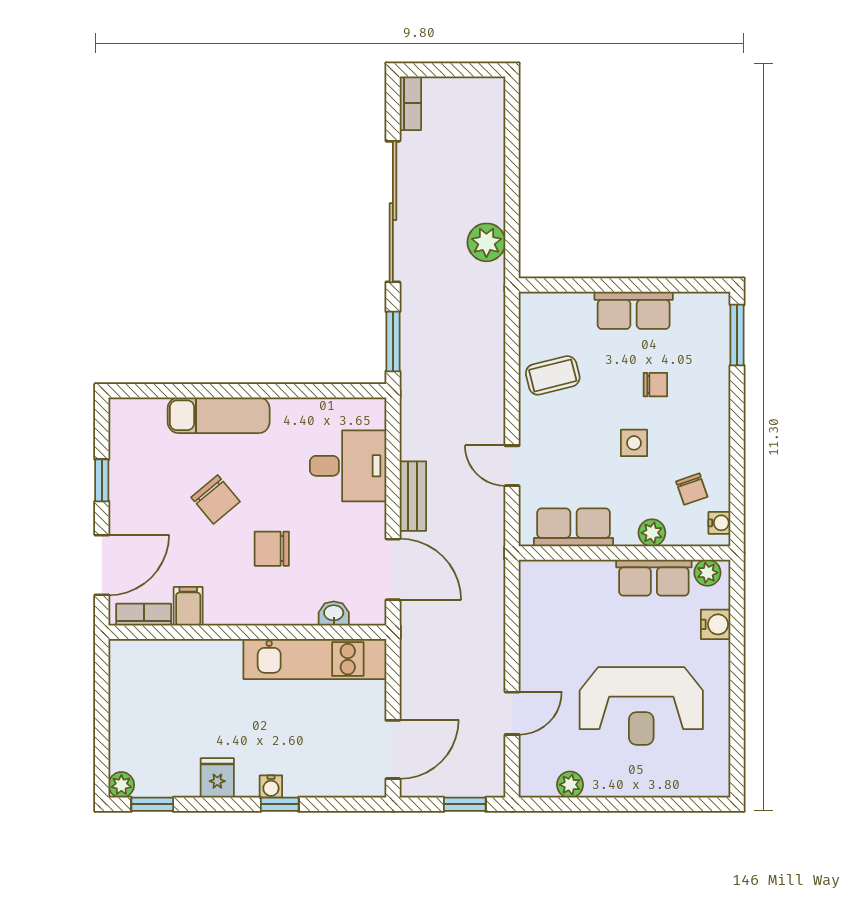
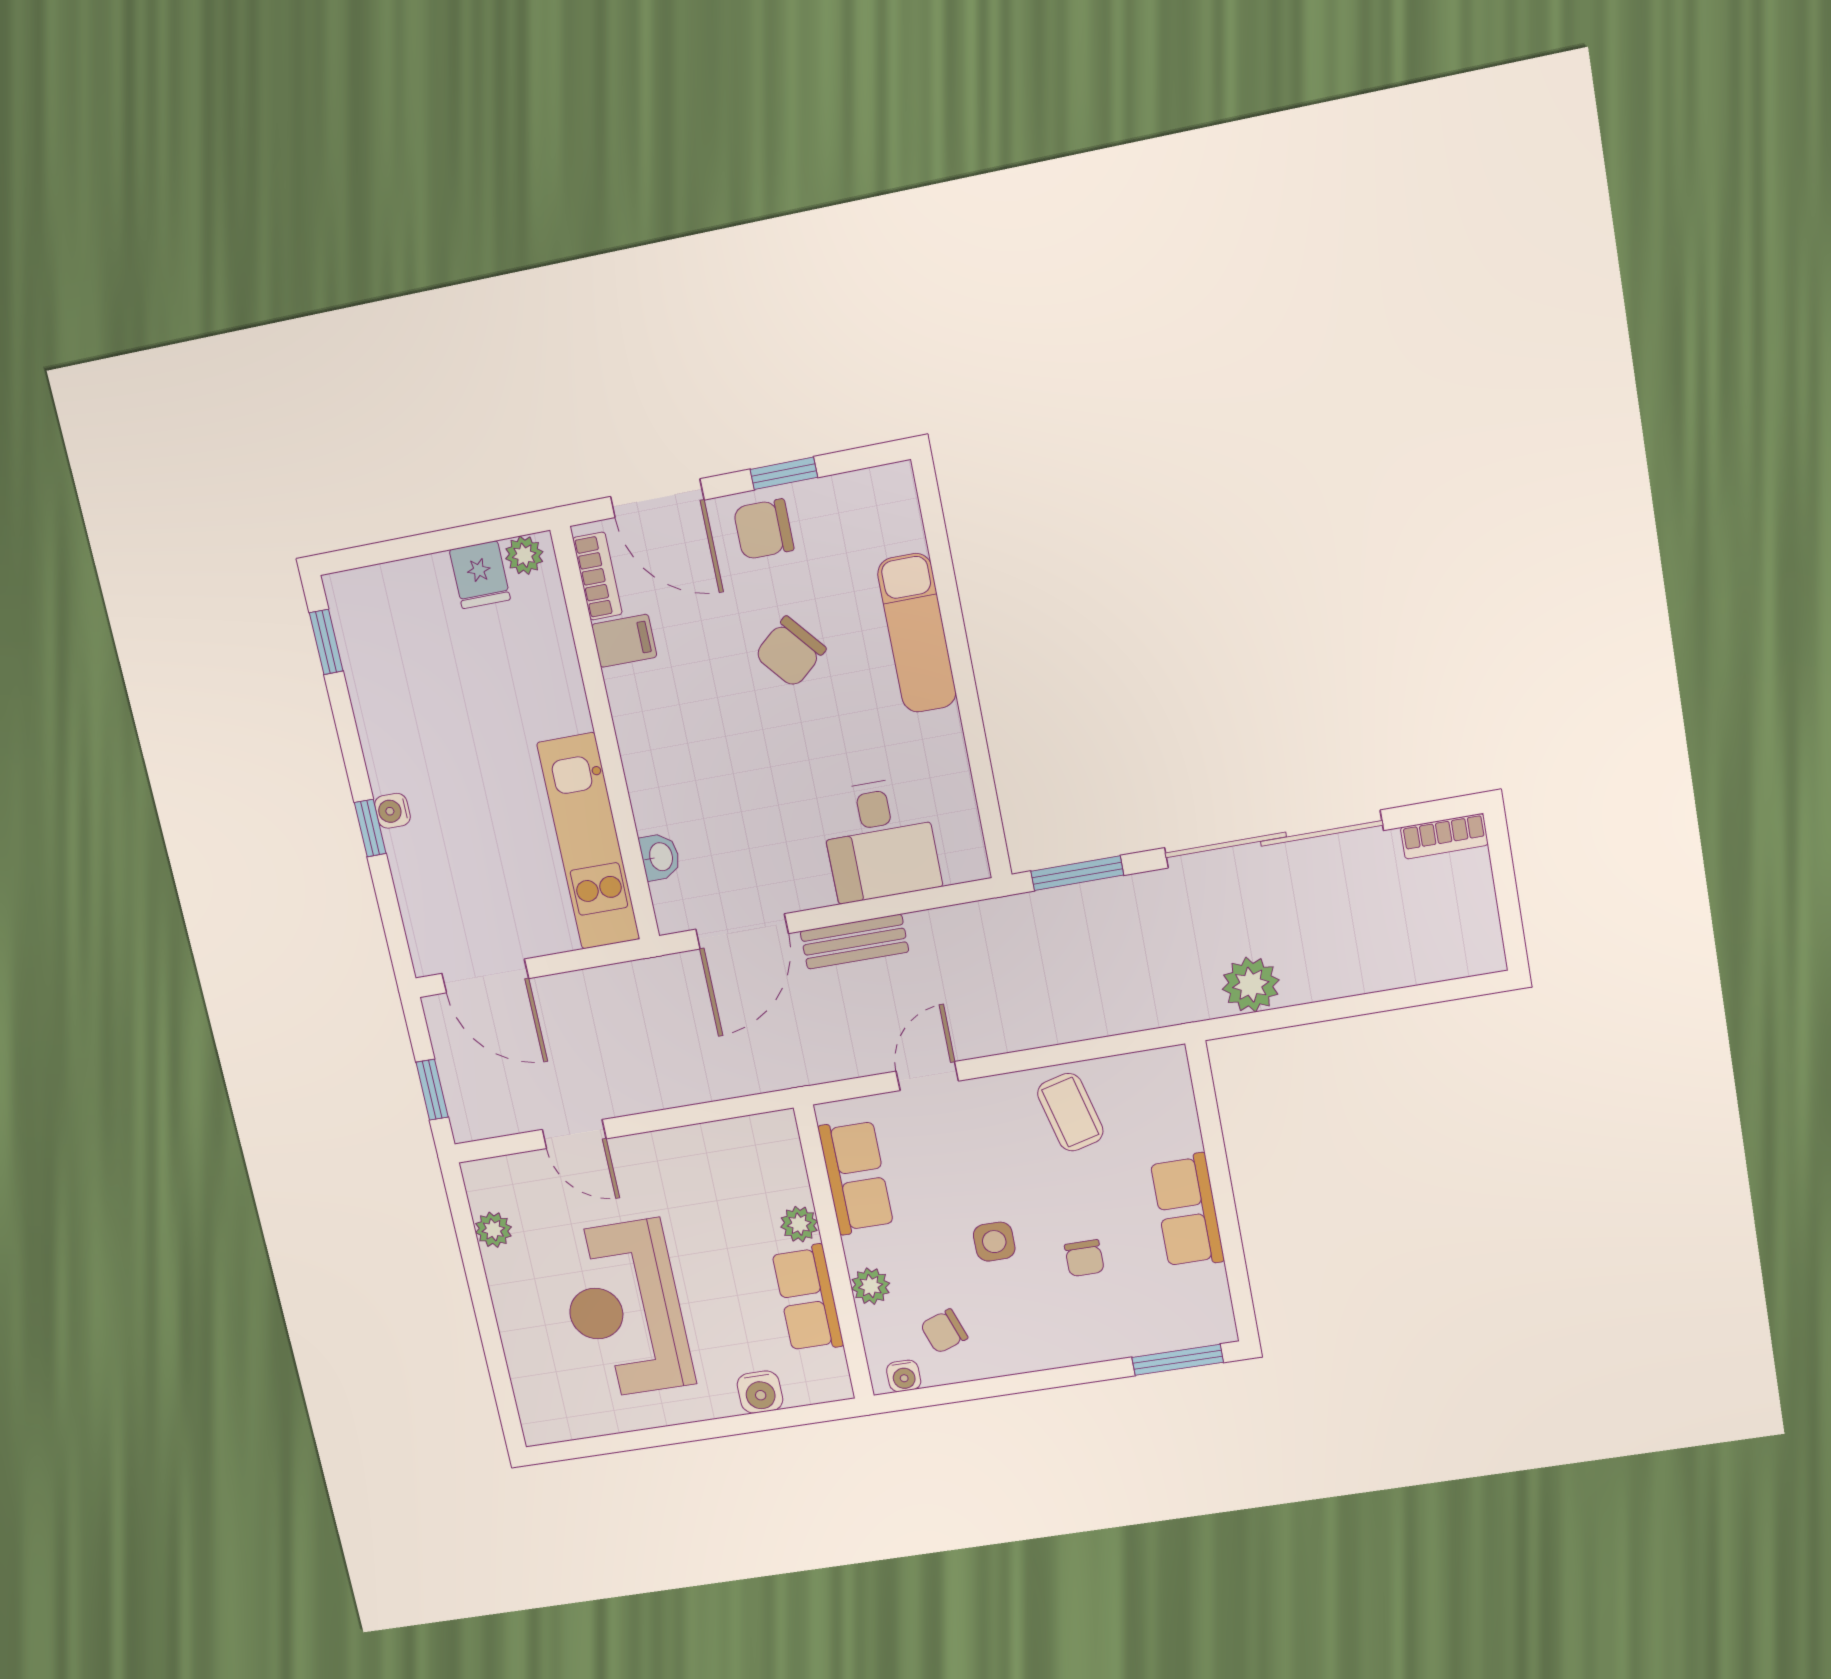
chair: (272, 549) -> (764, 529), moved, turned -90
plant: (707, 573) -> (799, 1224), moved
fridge: (217, 778) -> (480, 575), moved, turned 90
plant: (121, 785) -> (524, 555), moved

